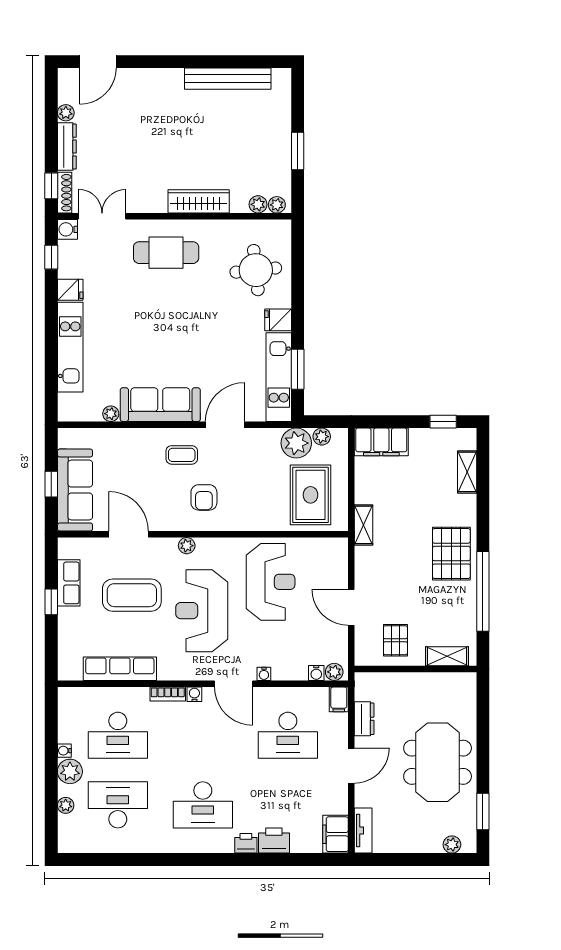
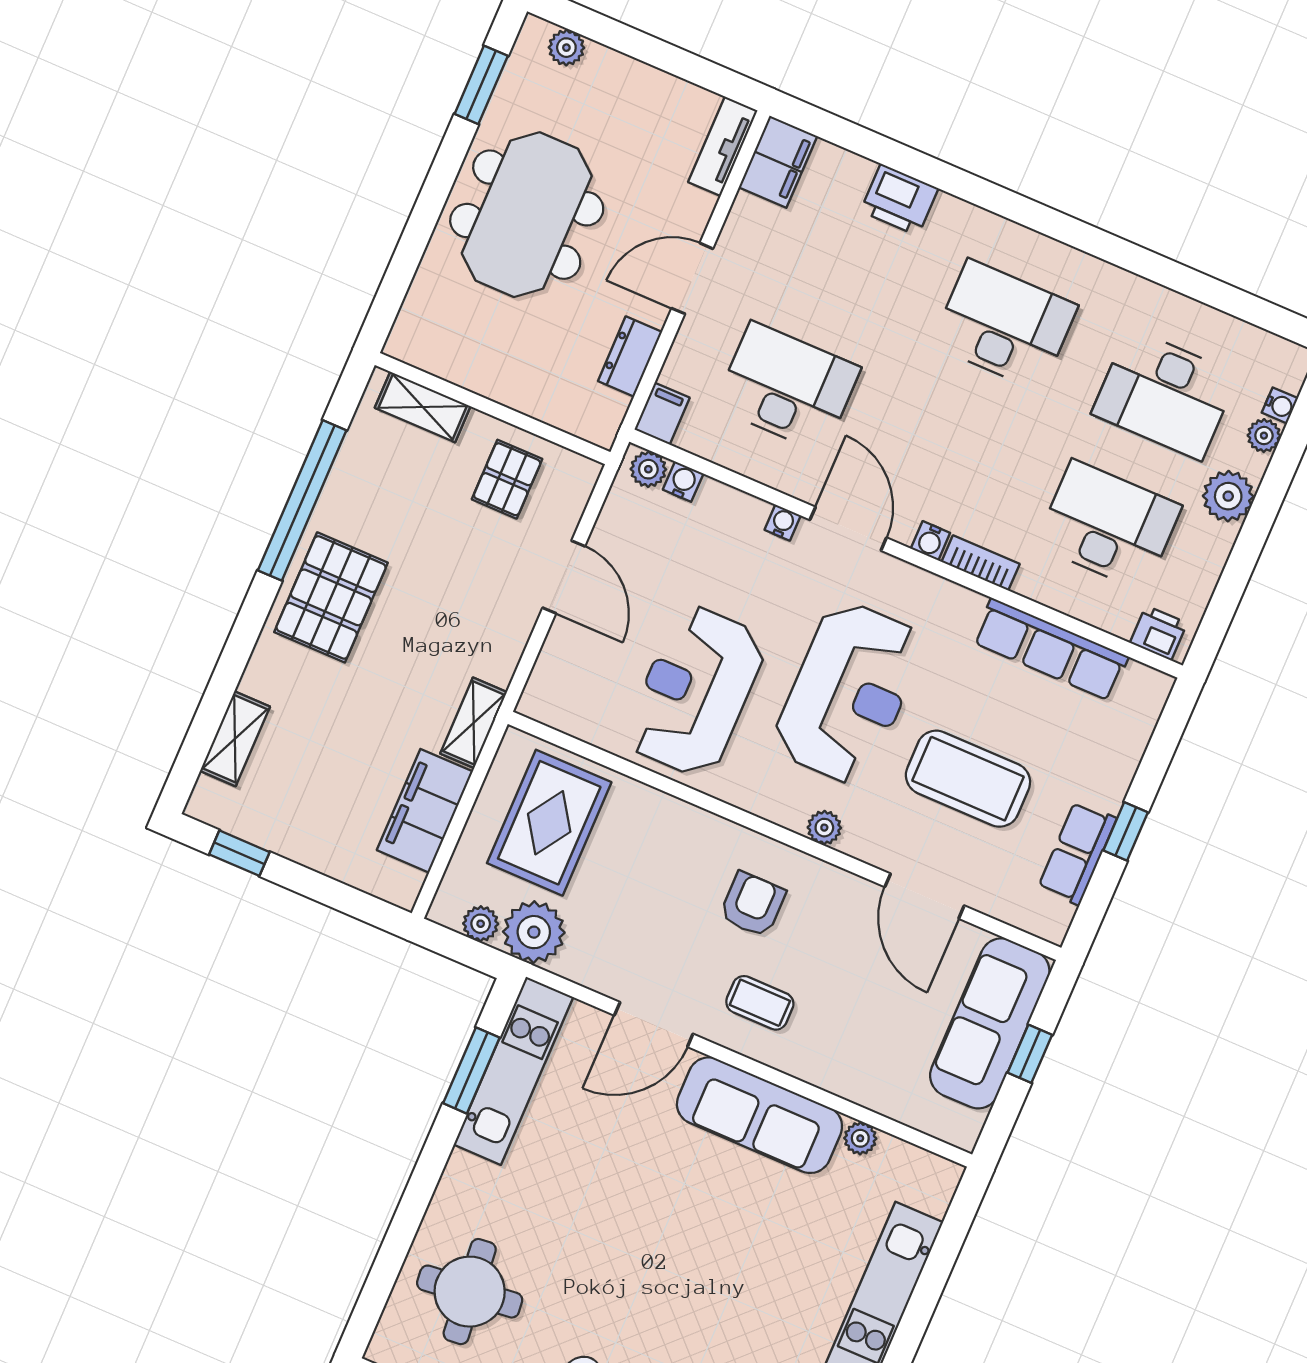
fridge: (278, 320) -> (468, 1179), removed
filing cabinet: (381, 442) -> (425, 811), moved, turned -90
water cooler: (64, 751) -> (1280, 405), moved
printer: (246, 843) -> (1159, 633), moved, turned 180

